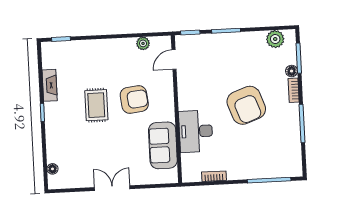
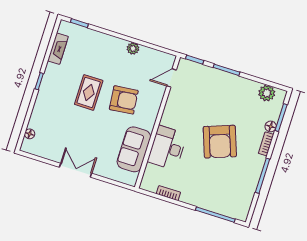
plant: (143, 43) -> (133, 48), moved
fireplace: (50, 85) -> (58, 49), moved

